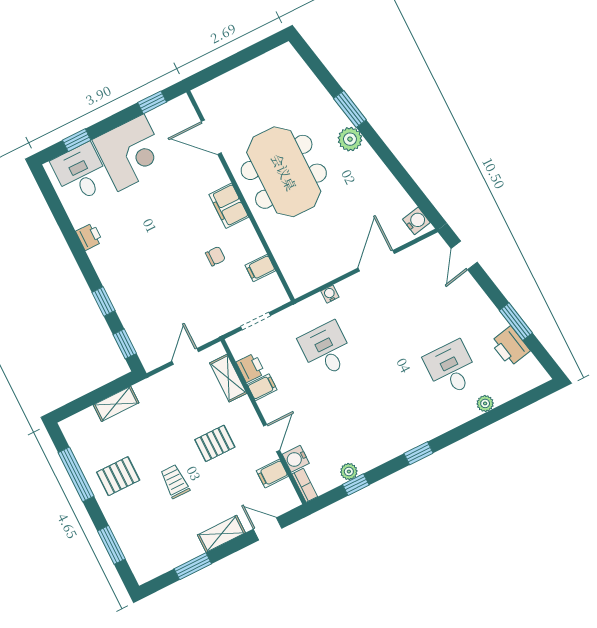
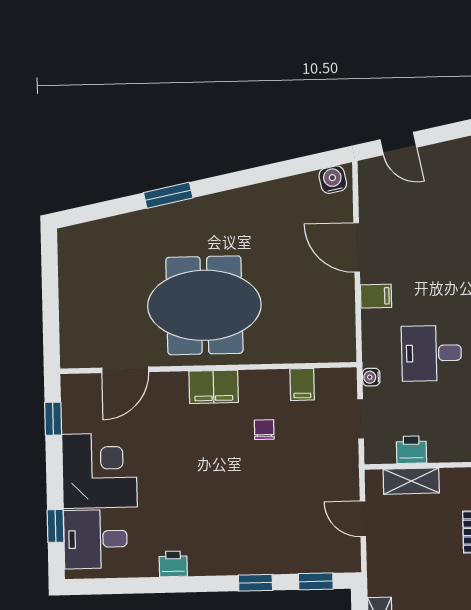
plant: (350, 139) -> (203, 211), removed
water cooler: (330, 294) -> (371, 377), moved
filing cabinet: (262, 387) -> (376, 296), moved, turned 90

